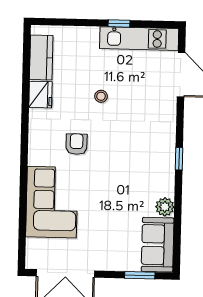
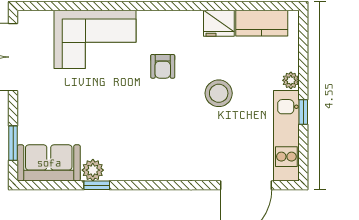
plant: (91, 34) -> (291, 80), added
stool: (101, 96) -> (219, 93), width x1.89, depth x1.89
armchair: (77, 144) -> (163, 66), turned 90
window: (179, 159) -> (97, 185), moved

